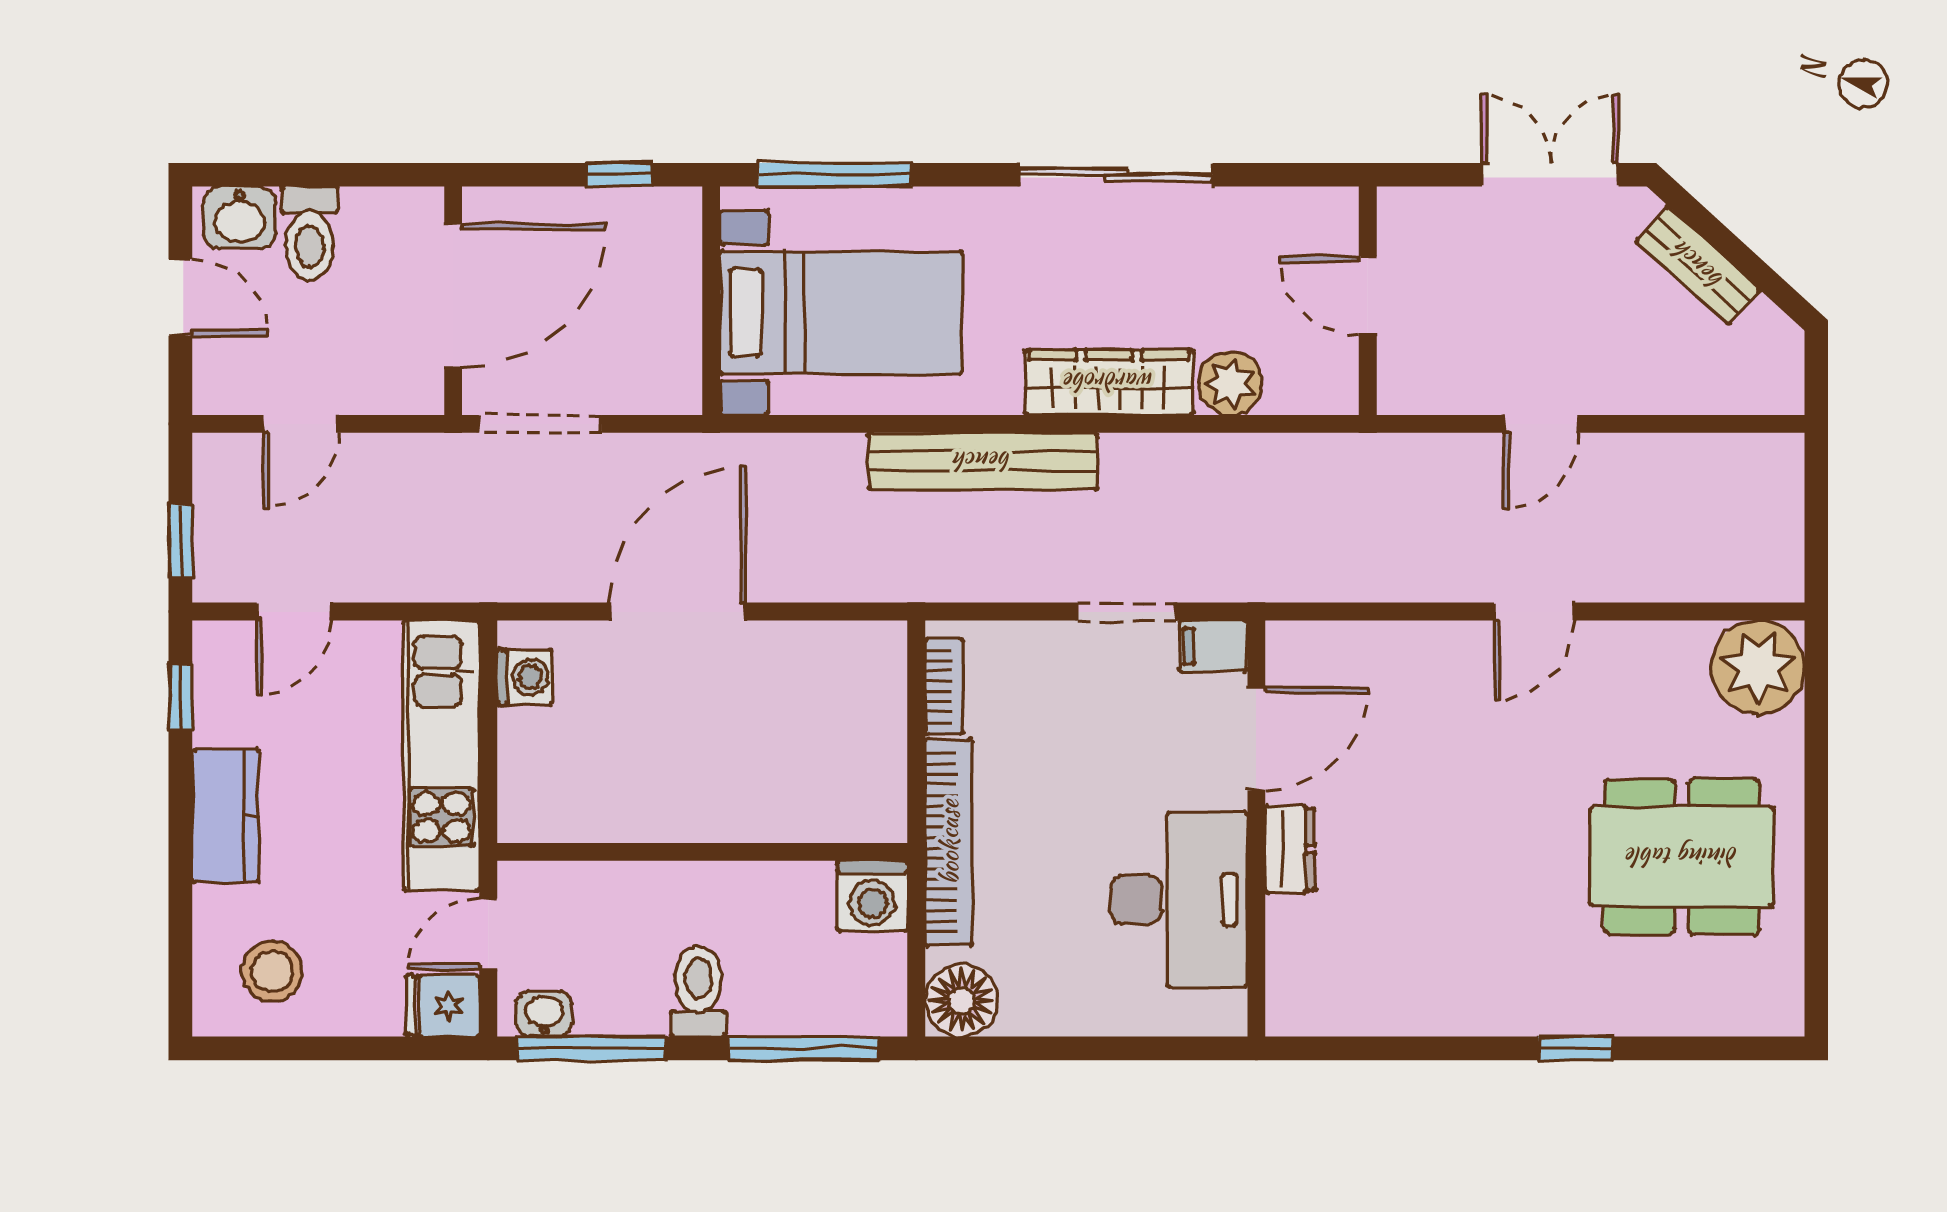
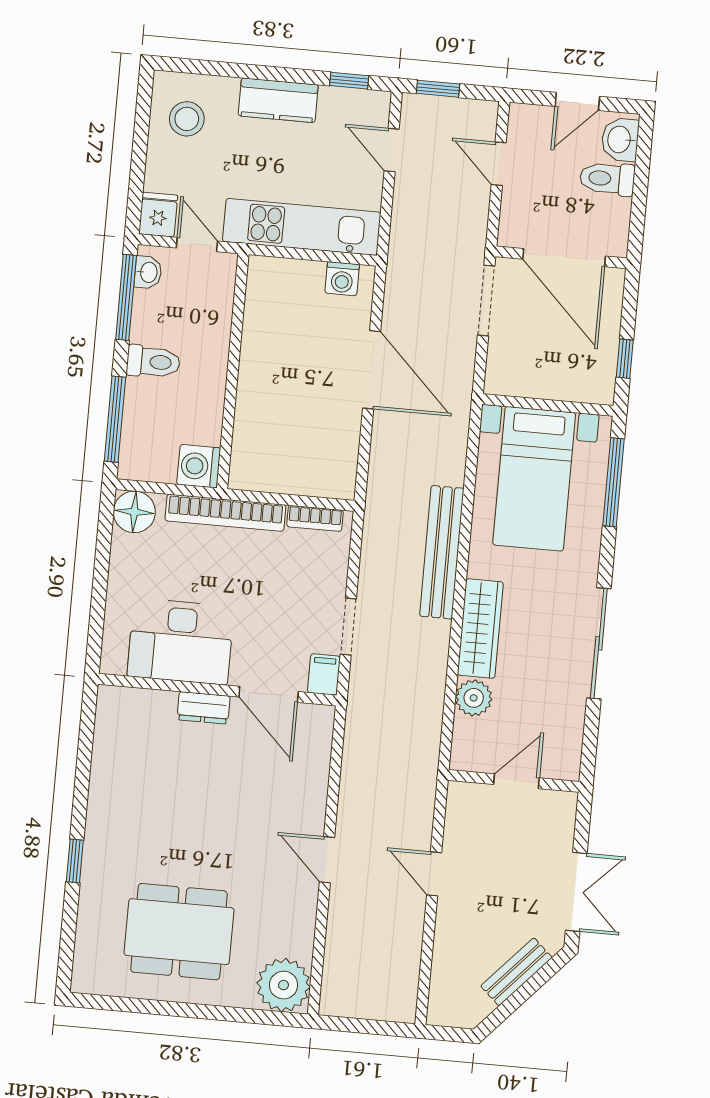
dining table: (1682, 857) -> (179, 932), turned 90

